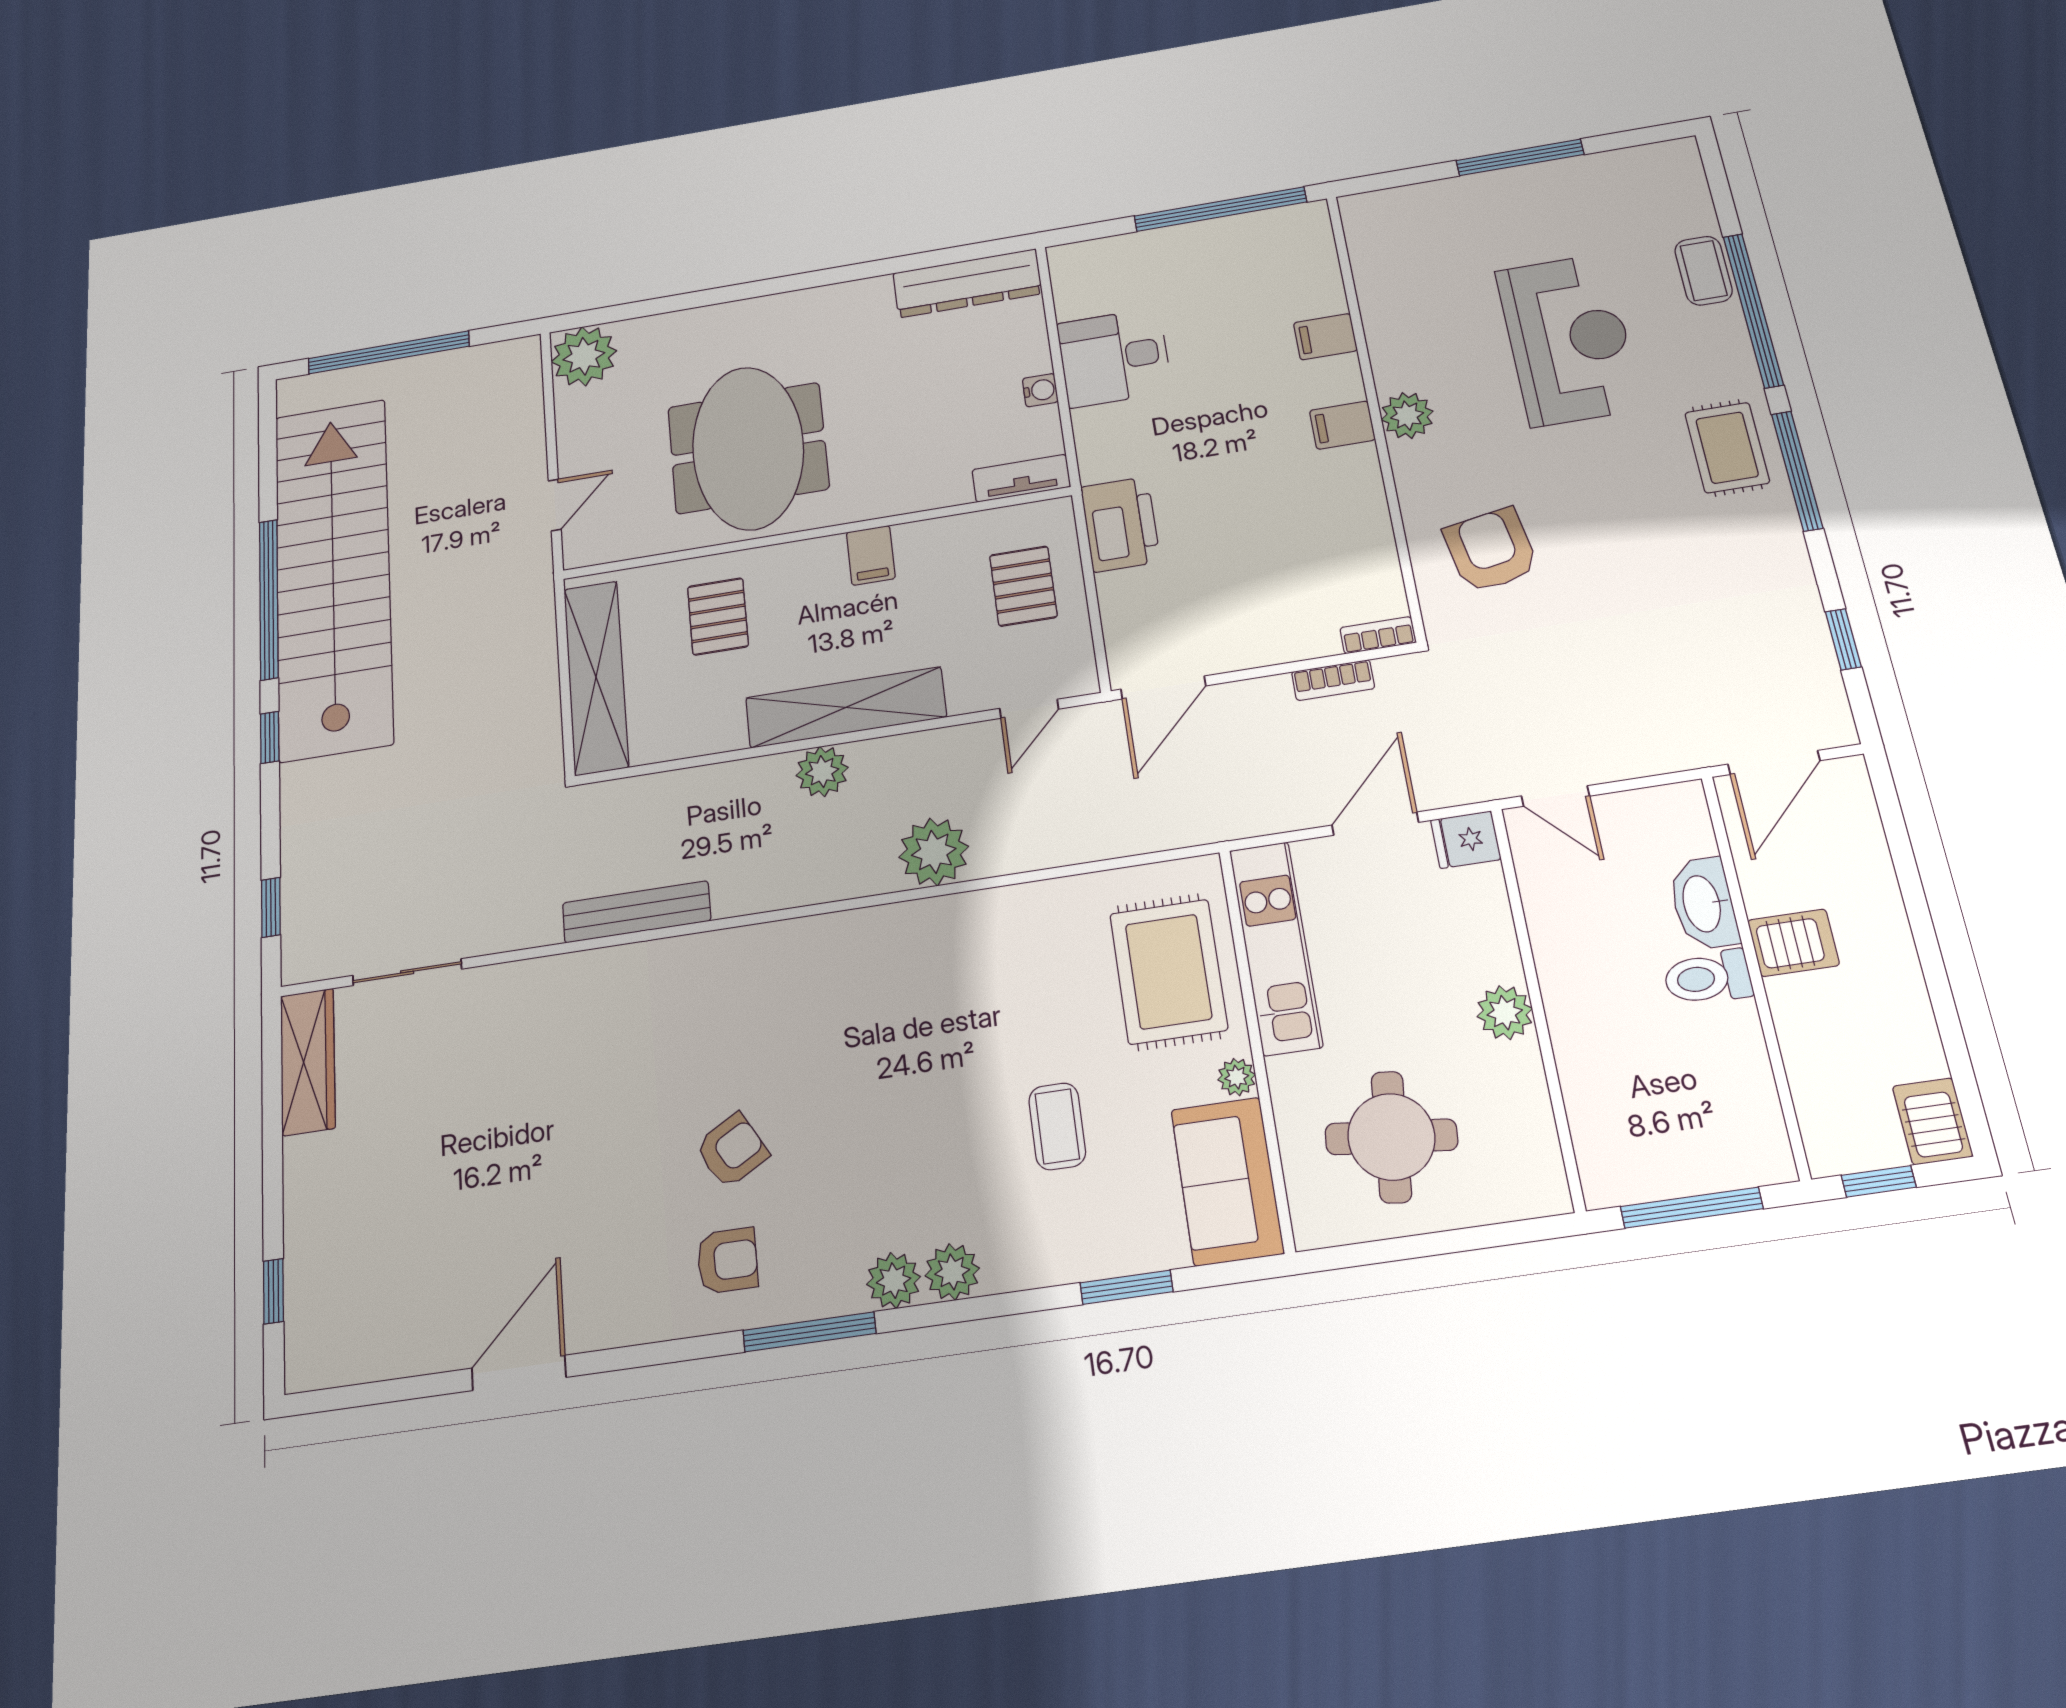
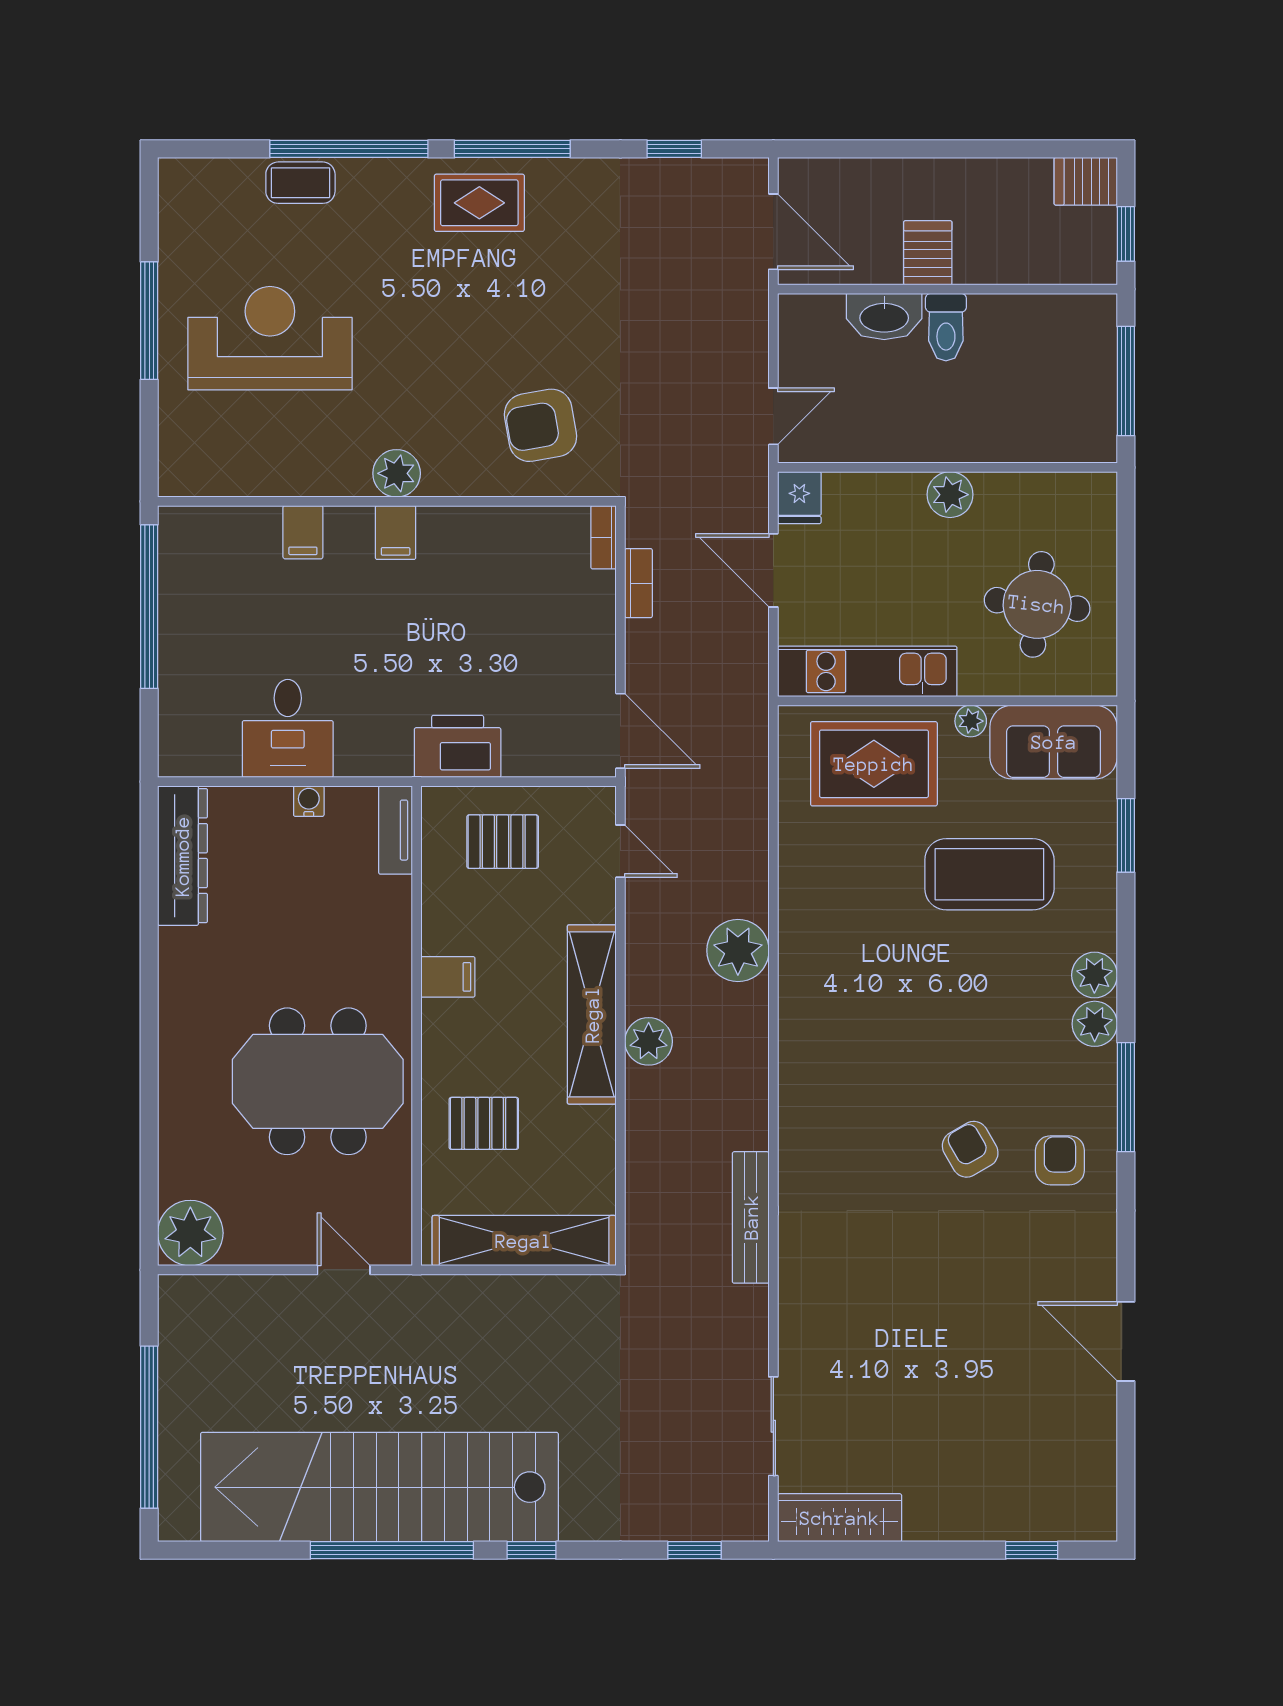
reception desk: (1568, 339) -> (270, 338), moved
coffee table: (1057, 1126) -> (989, 874), width x1.86, depth x1.72

